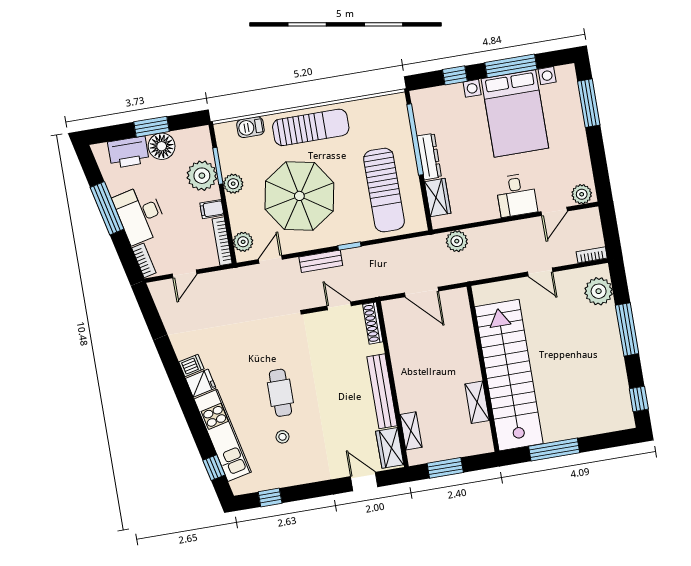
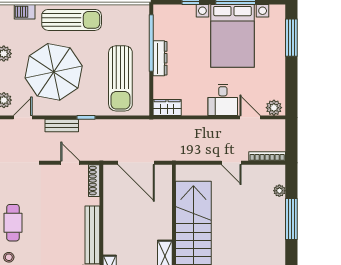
wardrobe: (438, 197) -> (167, 107), moved, turned -90
door: (554, 211) -> (250, 117), swing flipped
plant: (457, 241) -> (170, 128), removed
bookcase: (592, 255) -> (267, 156), width x1.56
plant: (599, 291) -> (279, 191), width x0.53, depth x0.53
door: (421, 292) -> (136, 163), width x1.36

